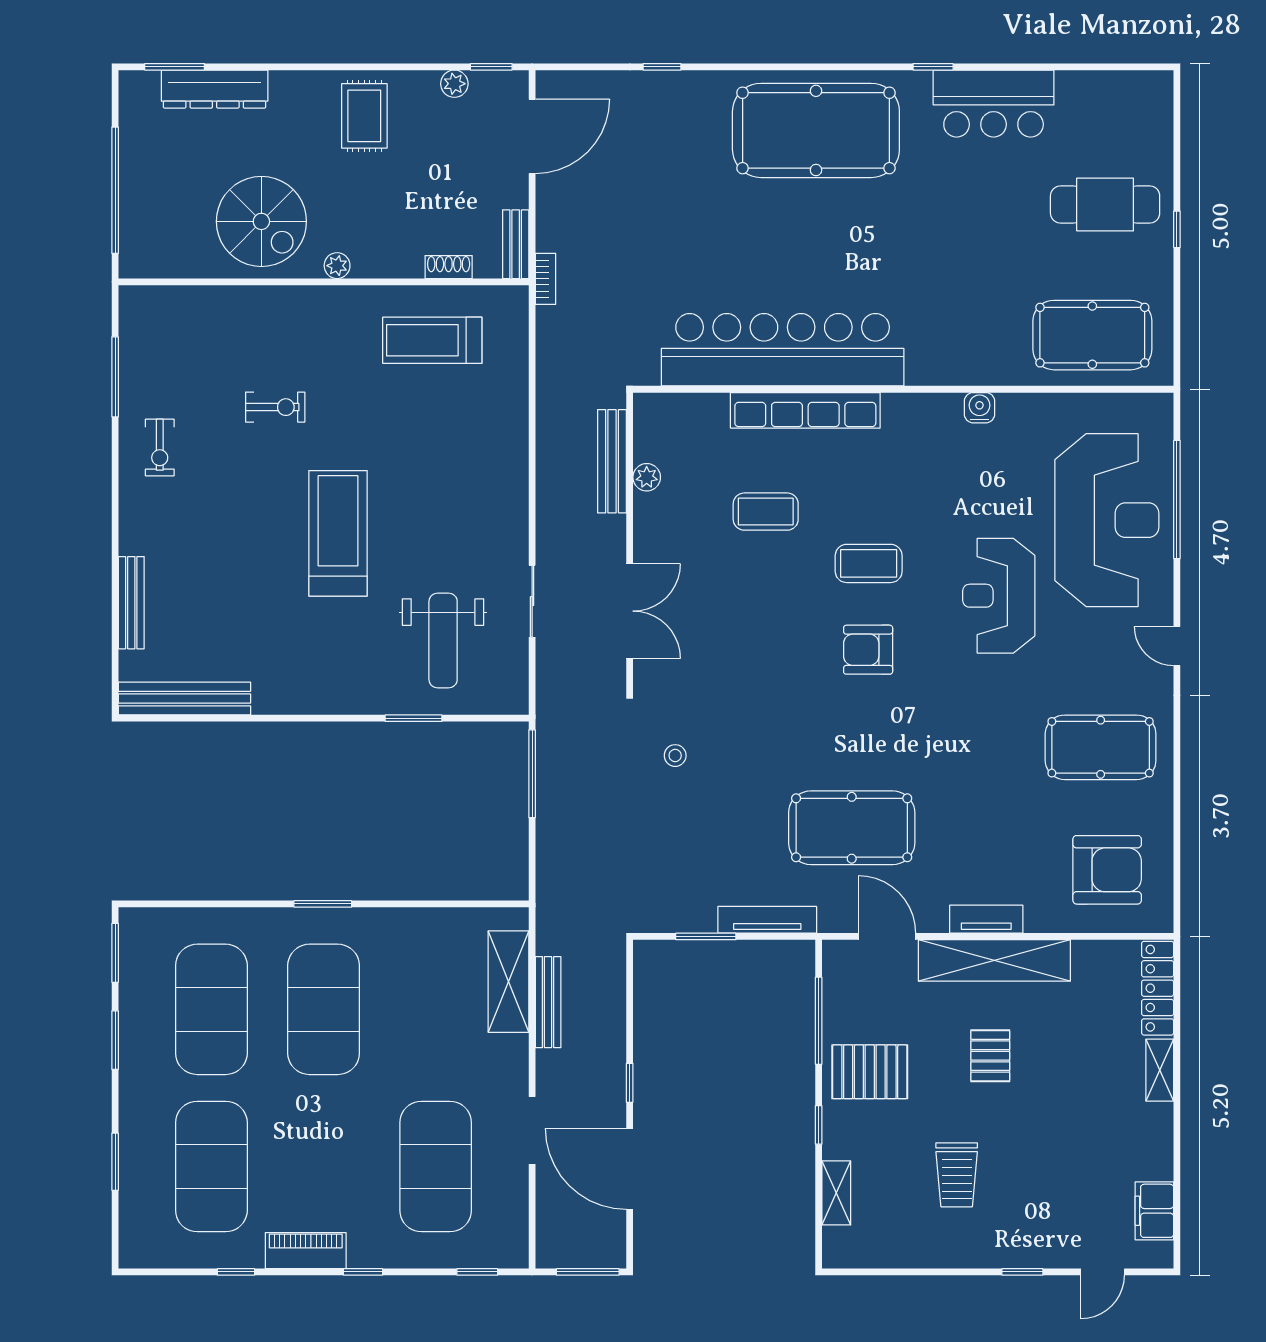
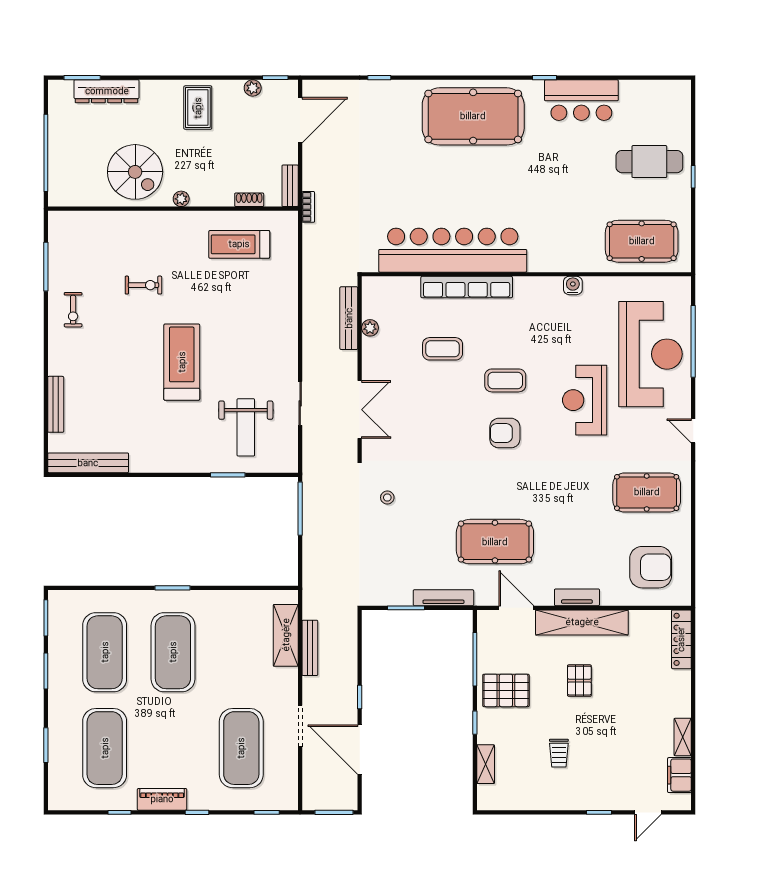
shelving: (1160, 1070) -> (683, 737), moved
trolley: (957, 1175) -> (559, 753), width x0.73, depth x0.72

